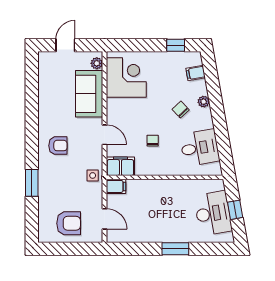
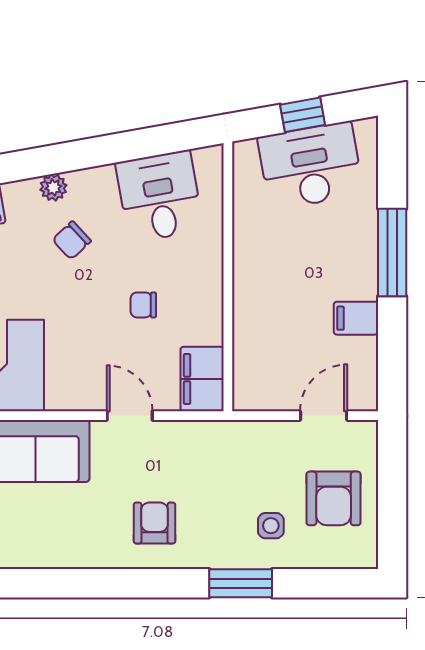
door: (105, 135) -> (130, 416), hinge flipped
side table: (93, 175) -> (271, 526), moved
filing cabinet: (116, 186) -> (356, 318), moved, turned -90
armchair: (69, 223) -> (334, 498), turned 180
window: (175, 249) -> (392, 253), width x1.44

